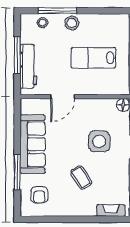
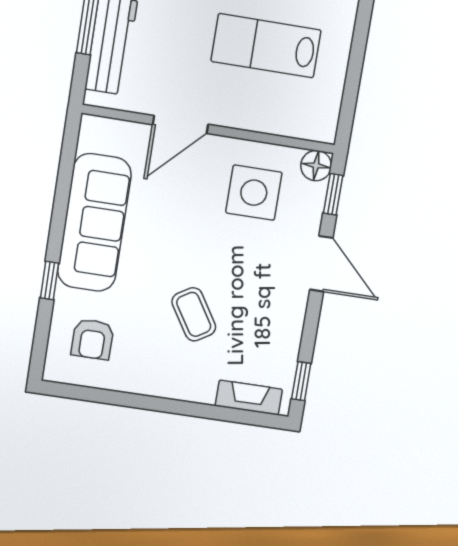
side table: (99, 141) -> (254, 193), moved
window: (17, 172) -> (49, 281), width x0.46

